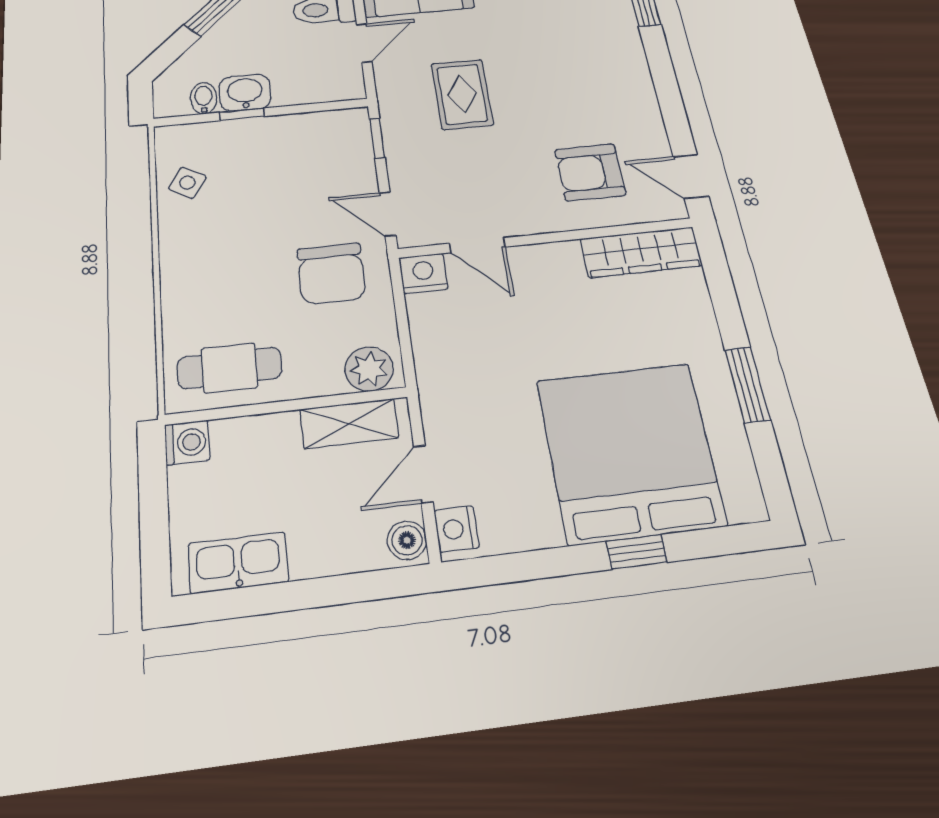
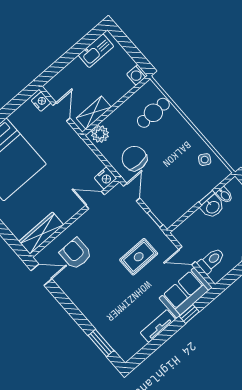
door: (364, 43) -> (187, 256), hinge flipped
rug: (462, 94) -> (139, 257), turned 90
armchair: (590, 172) -> (76, 254), turned -90
door: (388, 214) -> (132, 192), hinge flipped
cafe table: (229, 368) -> (153, 113), moved
boiler: (407, 540) -> (53, 89), removed

